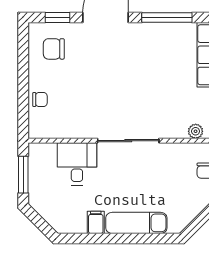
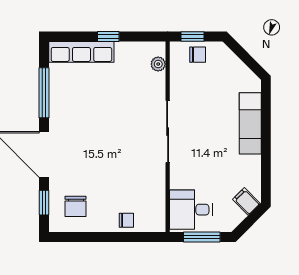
chair: (40, 100) -> (126, 220), turned 90
desk: (77, 164) -> (191, 210), moved
filing cabinet: (96, 222) -> (246, 201), moved, turned 45

